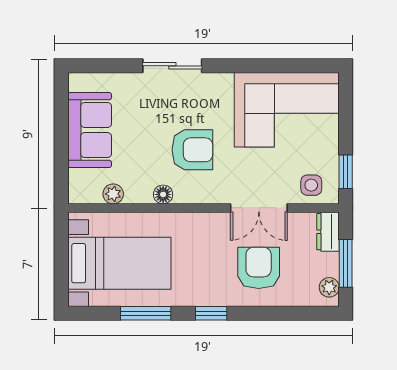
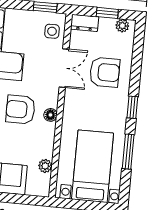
armchair: (192, 150) -> (20, 109), turned -90
floor lamp: (163, 194) -> (50, 115), moved
window: (346, 263) -> (107, 13), width x0.67
armchair: (259, 268) -> (105, 72), turned 180

